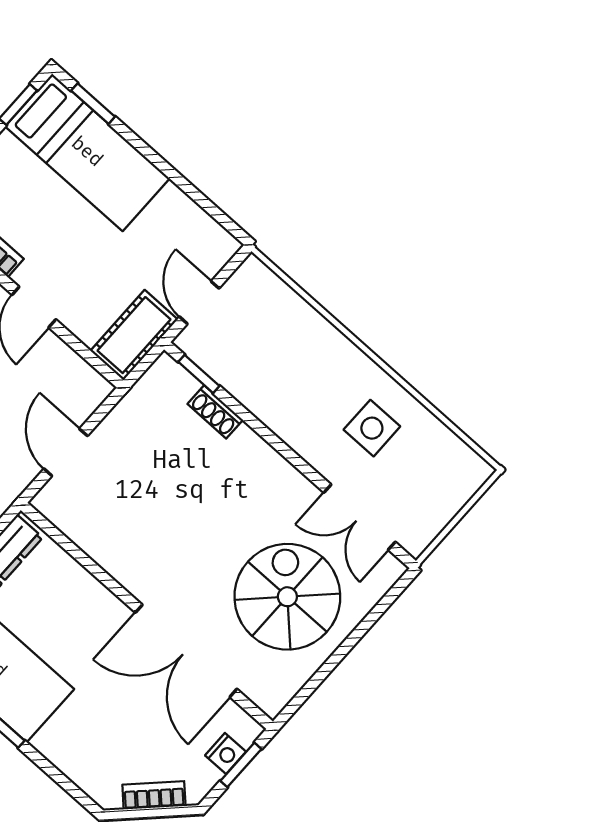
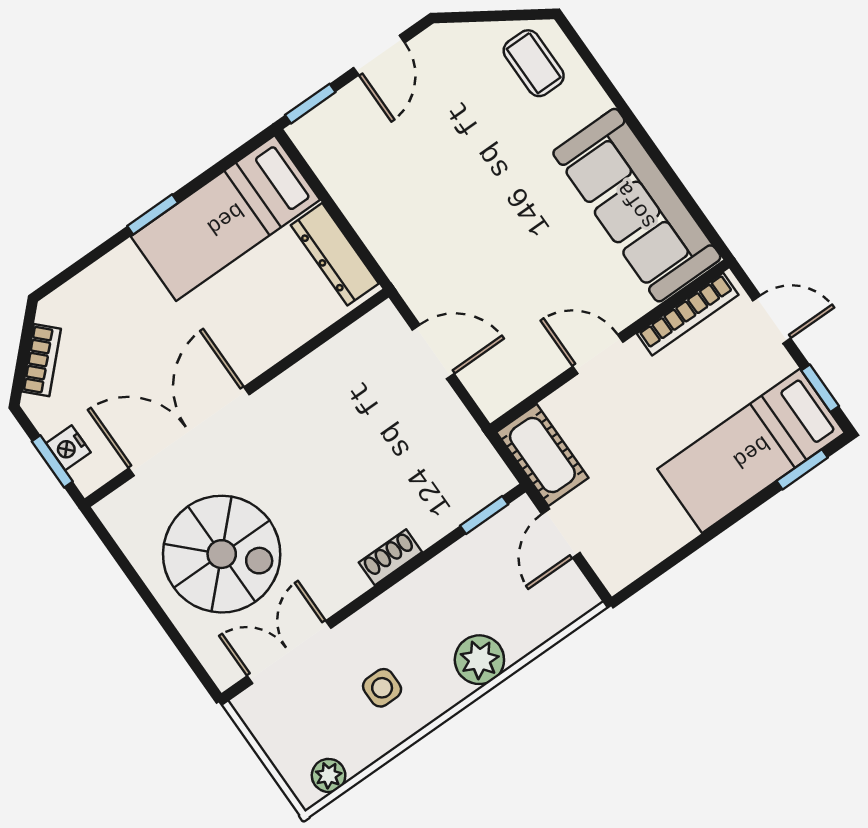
door: (199, 303) -> (561, 533), swing flipped
plant: (327, 348) -> (479, 660), added
shoe rack: (215, 412) -> (390, 557), moved
side table: (372, 428) -> (382, 688), width x0.73, depth x0.73
plant: (460, 457) -> (329, 775), added

